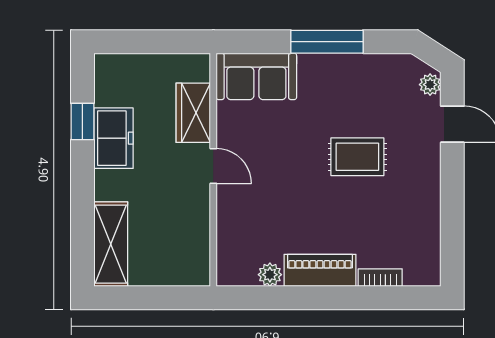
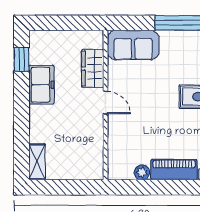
window: (82, 122) -> (22, 59), moved
shelving: (111, 244) -> (37, 162), width x0.67, depth x0.75

